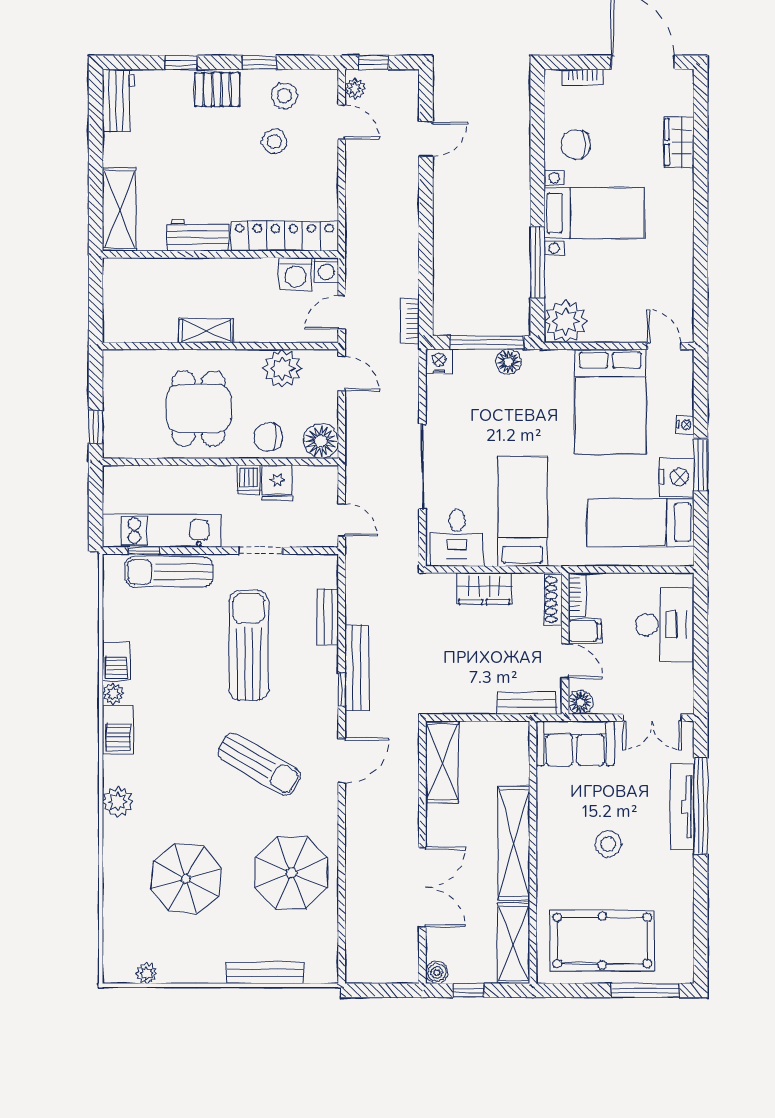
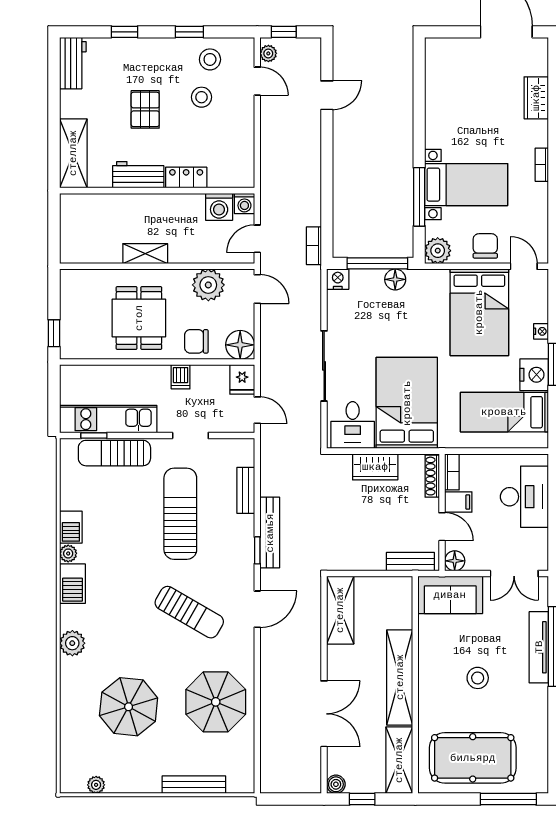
bookcase: (582, 77) -> (542, 165), moved, turned 90
pallet: (217, 89) -> (145, 109), moved, turned 90
chair: (576, 144) -> (485, 246), moved, turned 90
bed with nightstands: (594, 213) -> (466, 185), moved
locker: (284, 236) -> (186, 178), width x0.46, depth x0.83
plant: (566, 321) -> (438, 251), width x0.73, depth x0.73
fridge: (277, 483) -> (242, 379), moved
bed: (522, 511) -> (407, 403), width x1.50

